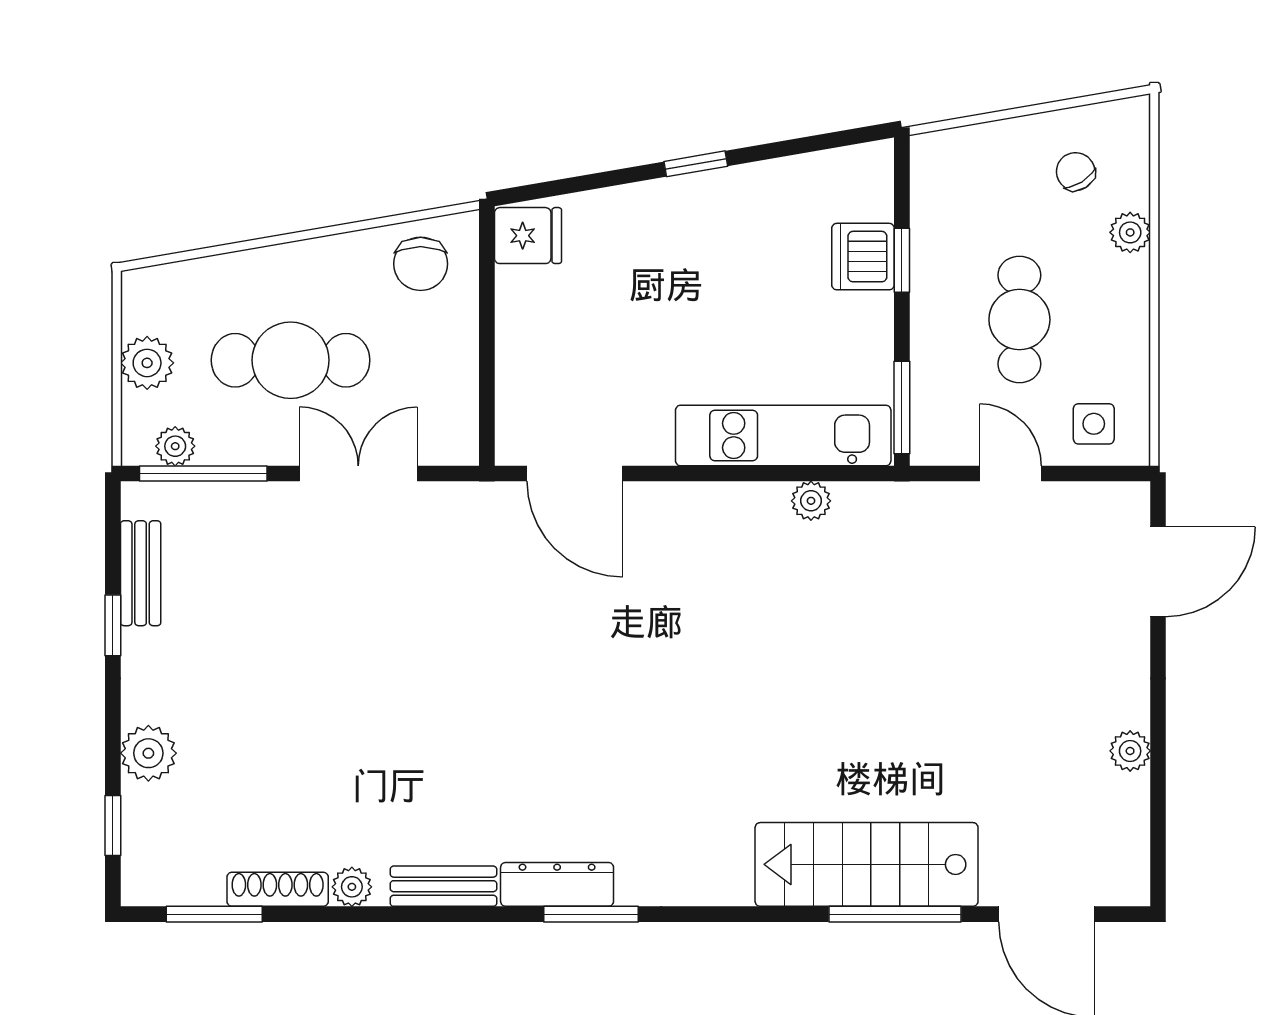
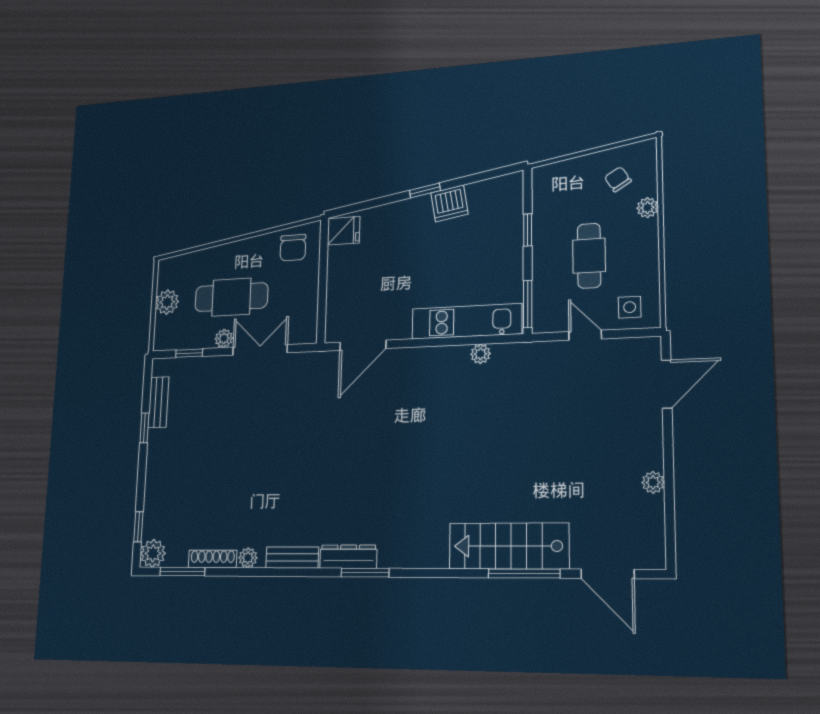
dishwasher: (863, 257) -> (449, 203), moved, turned -100
plant: (175, 446) -> (224, 338), moved
window: (203, 474) -> (189, 353), width x0.46
door: (575, 474) -> (363, 345), hinge flipped
plant: (148, 753) -> (153, 553), moved

